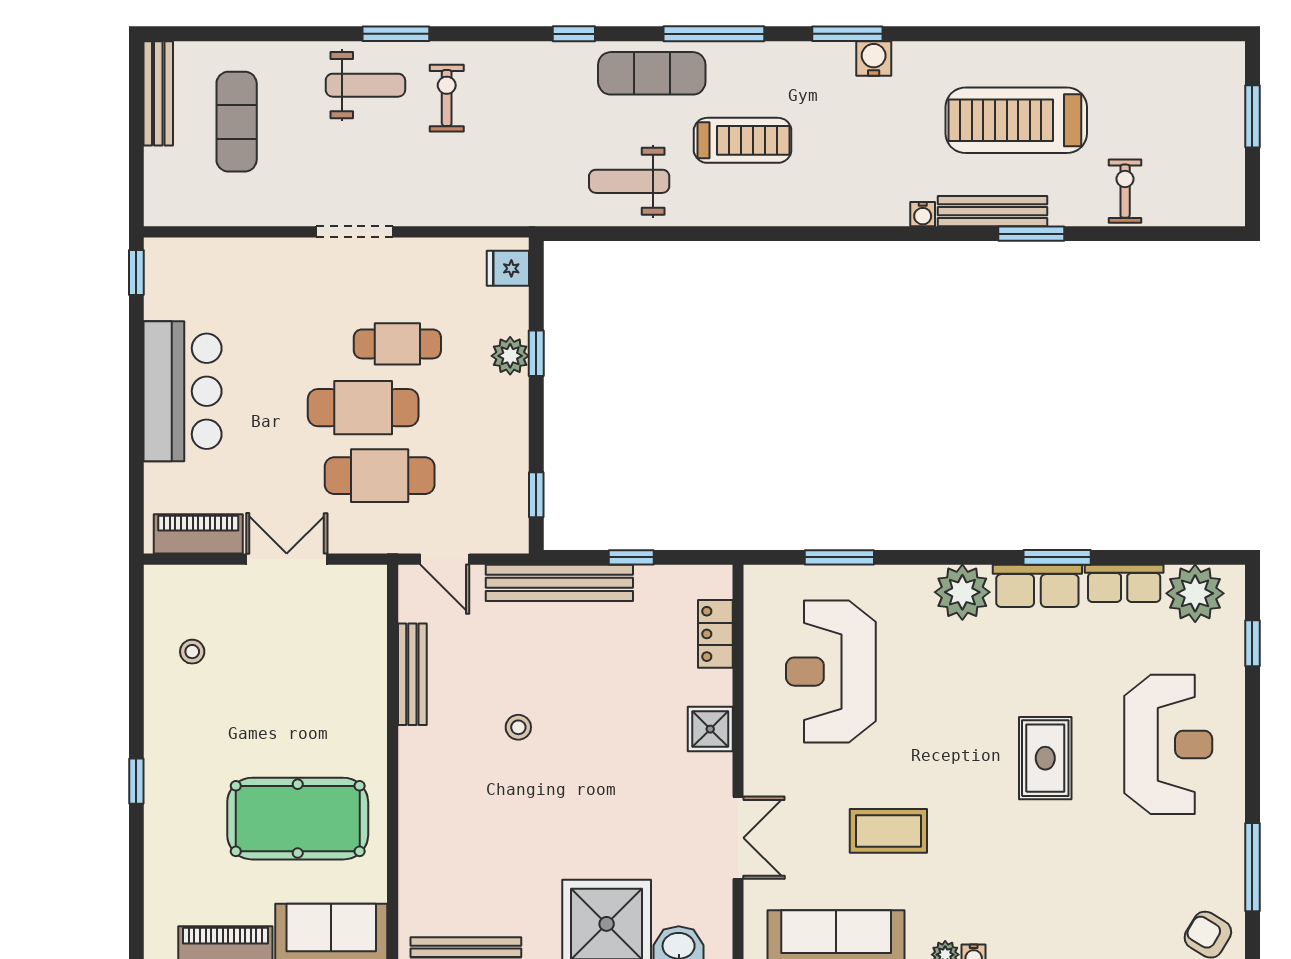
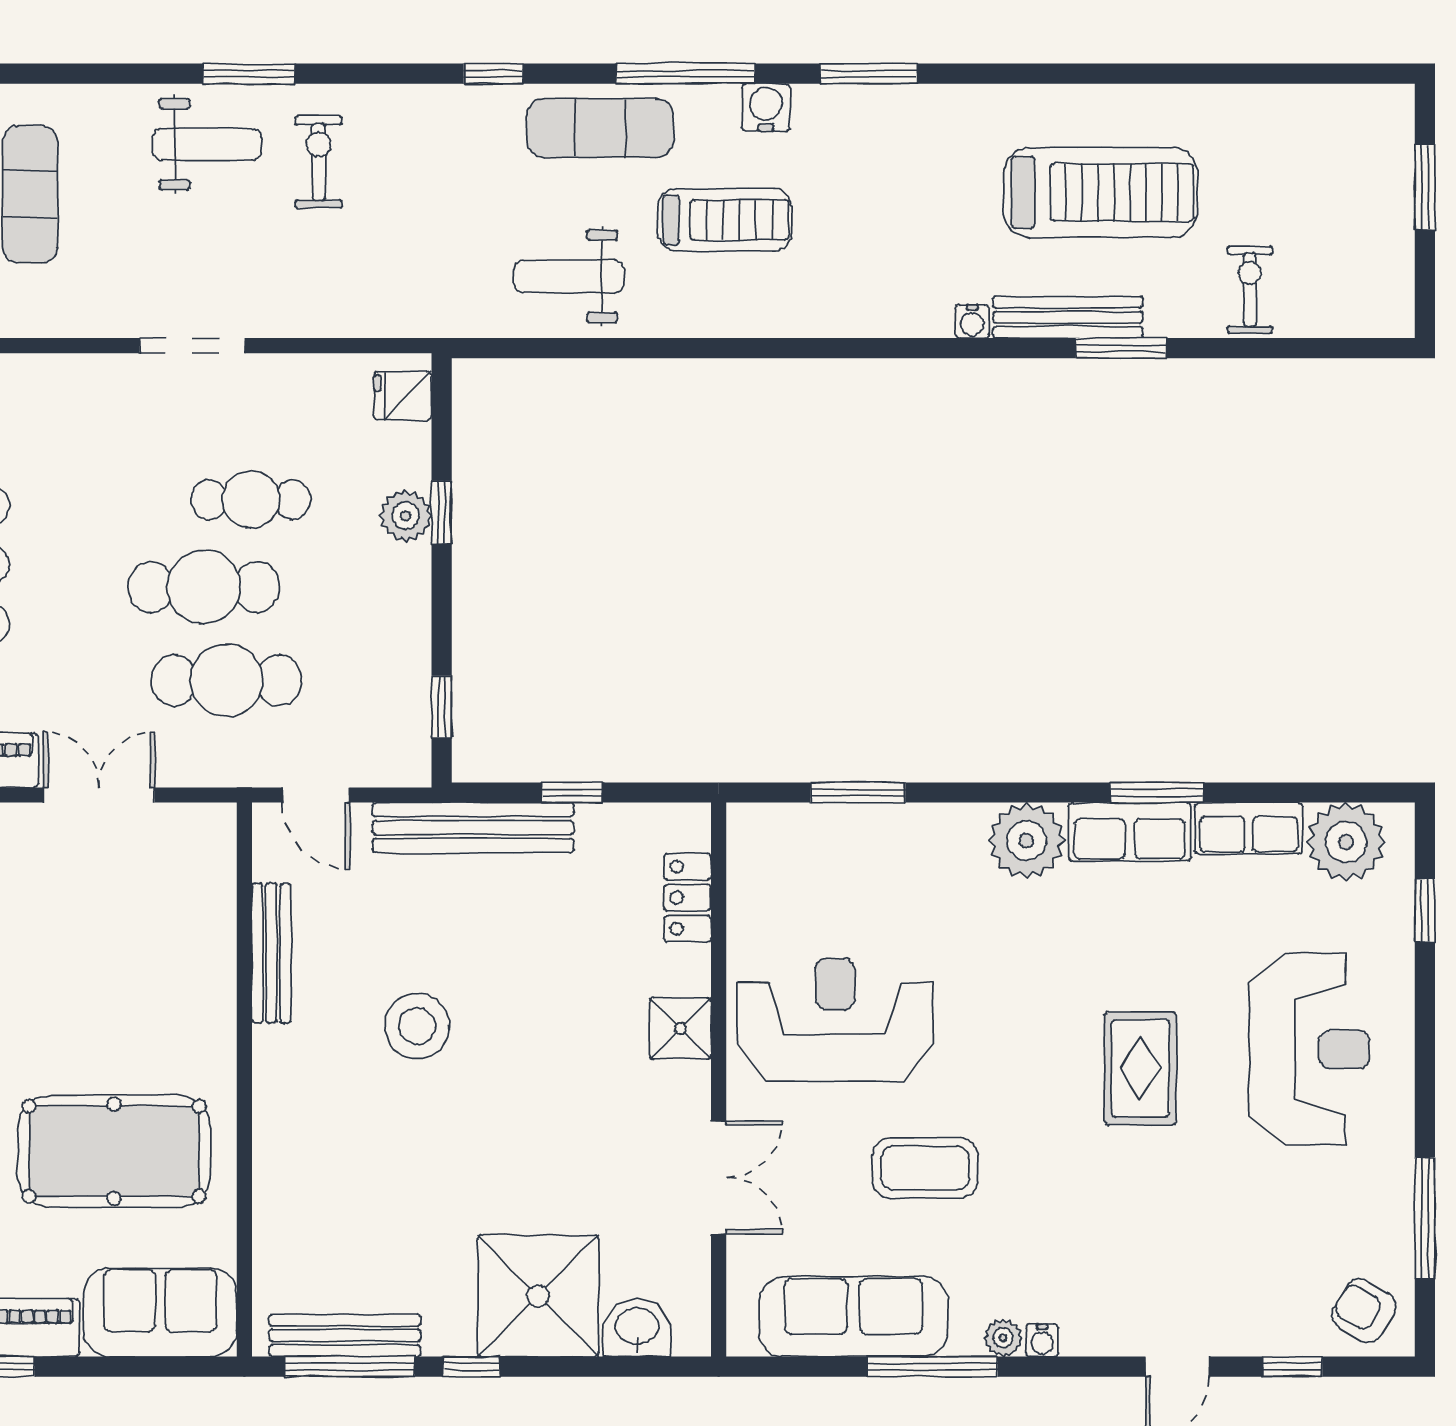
water cooler: (874, 58) -> (766, 108), moved
treadmill: (1016, 120) -> (1101, 192), turned 180
reception desk: (831, 672) -> (835, 1020), moved, turned 90
stool: (518, 727) -> (417, 1026), width x1.89, depth x1.89

